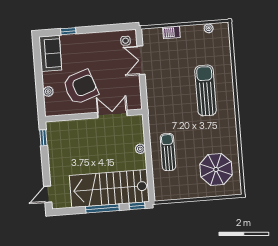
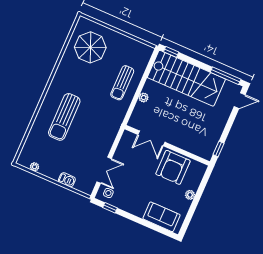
window: (68, 31) -> (110, 208), moved
sofa: (50, 53) -> (162, 217), moved, turned 90
armchair: (81, 87) -> (173, 167), moved, turned -71
plant: (48, 91) -> (190, 195), moved
window: (102, 208) -> (226, 76), moved

